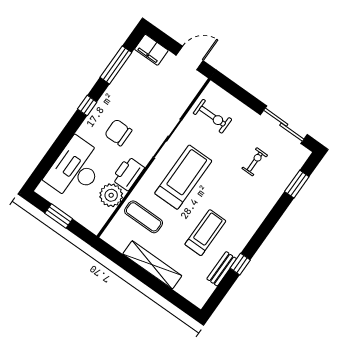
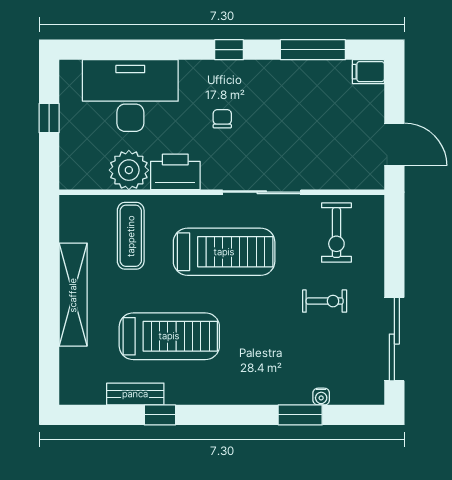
filing cabinet: (151, 50) -> (368, 72), width x0.50
chair: (118, 132) -> (222, 119), width x0.54, depth x0.54
exercise bike: (255, 162) -> (325, 301), moved
water cooler: (287, 180) -> (321, 397), added
window: (297, 184) -> (300, 415), moved
window: (59, 216) -> (49, 118), width x0.67
treadmill: (205, 233) -> (169, 336), width x1.37, depth x1.38

